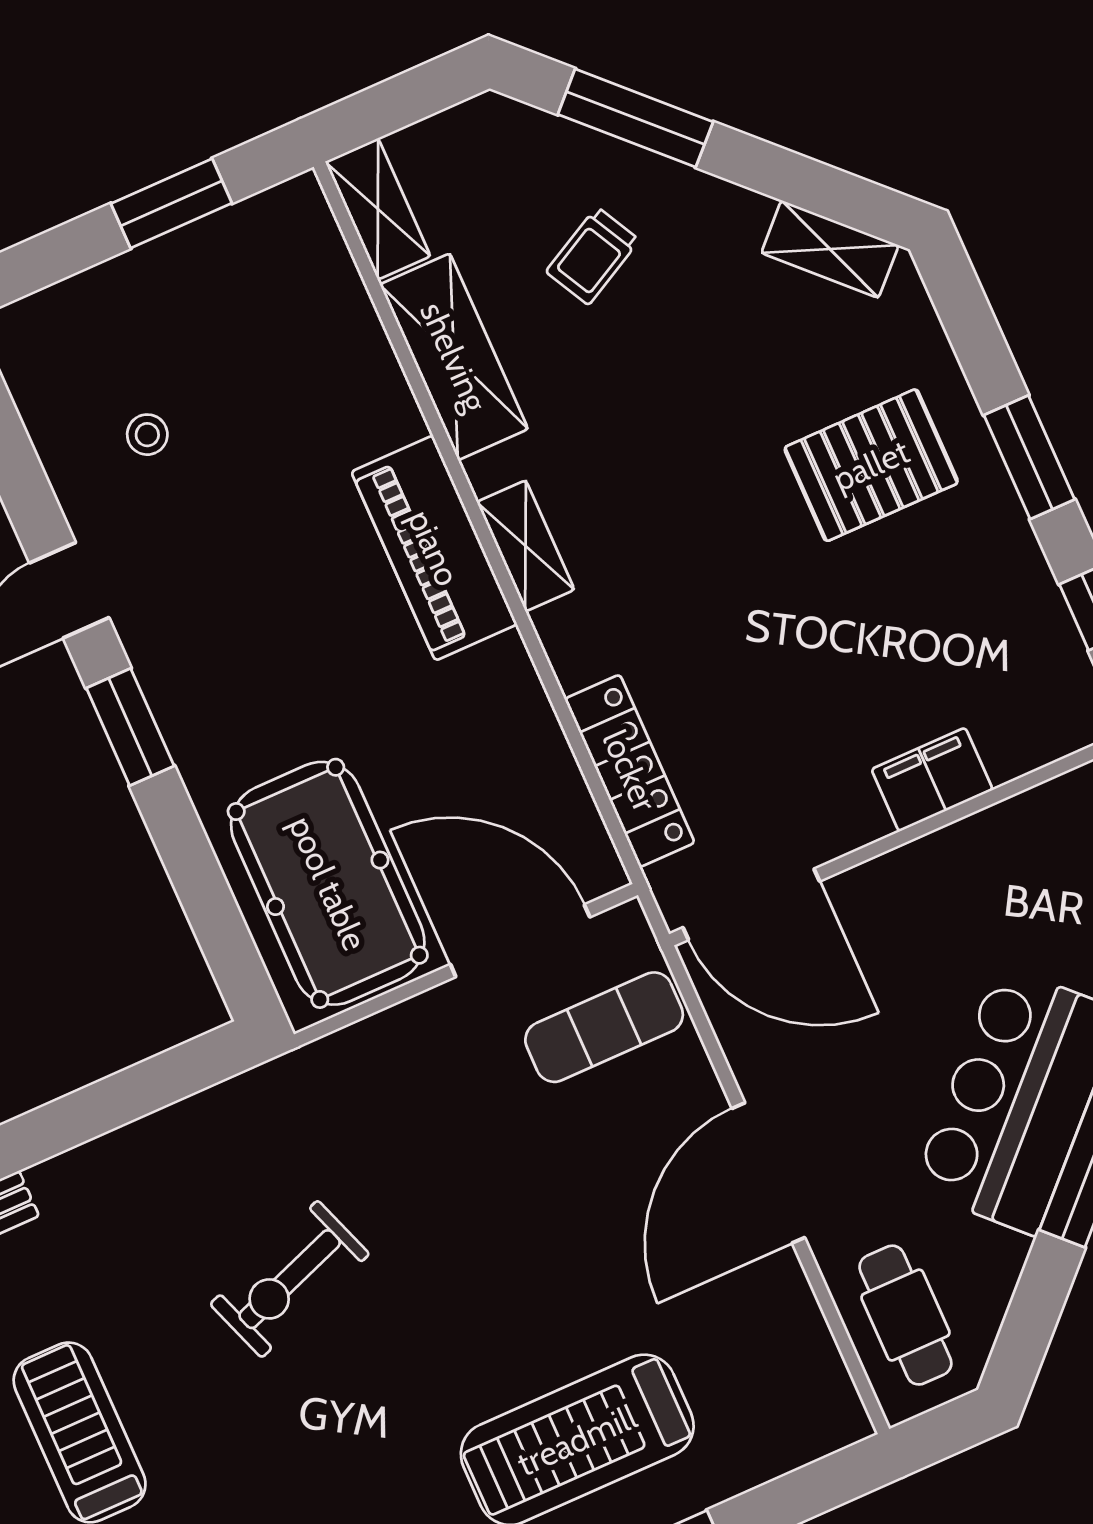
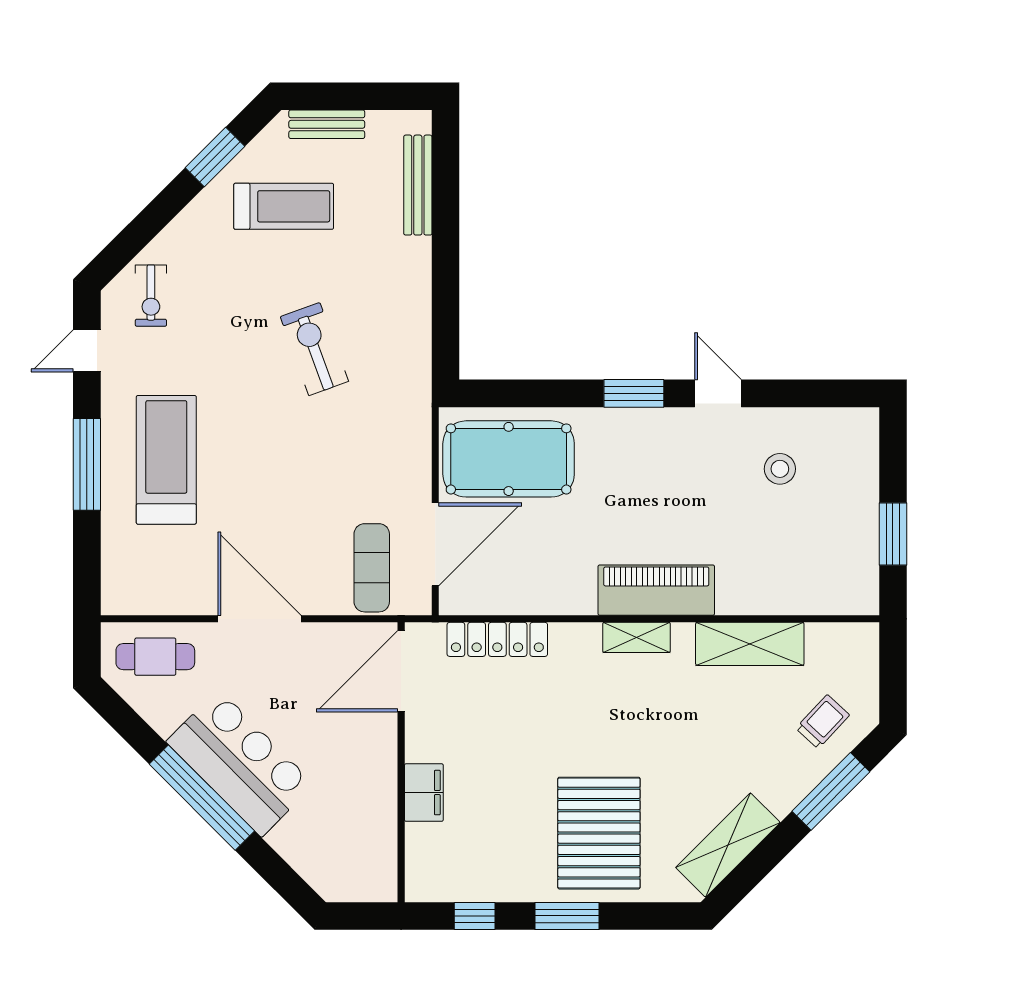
shelving: (378, 209) -> (843, 639), removed
shelving: (830, 249) -> (728, 845), width x1.50, depth x1.33
trolley: (593, 256) -> (823, 722), moved, turned 71
stool: (147, 435) -> (780, 469), width x1.37, depth x1.37
pallet: (871, 465) -> (599, 833), width x1.37, depth x1.41

